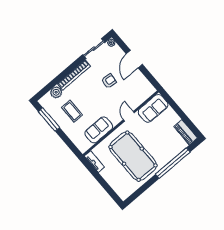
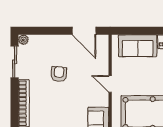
door: (134, 59) -> (84, 31), moved
sofa: (153, 108) -> (138, 46), moved, turned 90

